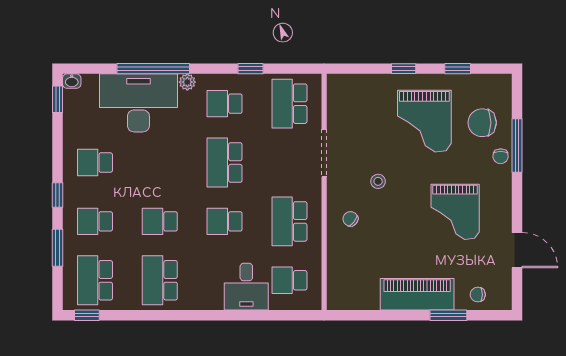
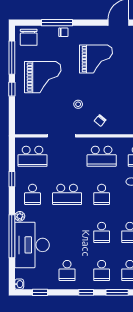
window: (458, 69) -> (12, 58), width x2.17
window: (58, 99) -> (40, 292), moved
chair: (482, 123) -> (29, 37), moved

